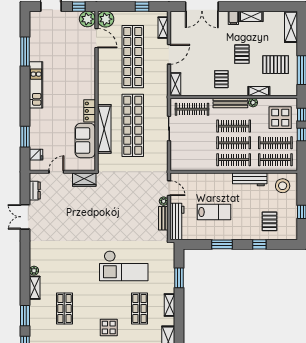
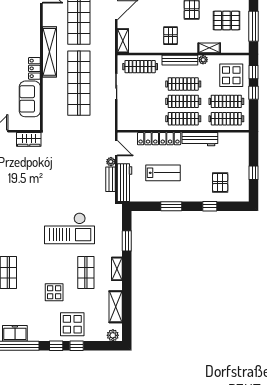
shelving: (104, 129) -> (49, 52), moved
locker: (210, 179) -> (159, 139), added
stool: (283, 186) -> (234, 146), removed

